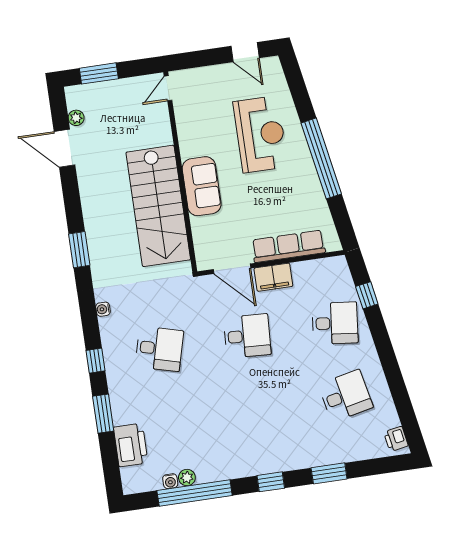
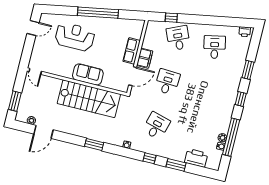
row of seats: (288, 246) -> (132, 51), width x0.68
desk: (335, 323) -> (178, 38), turned -30

